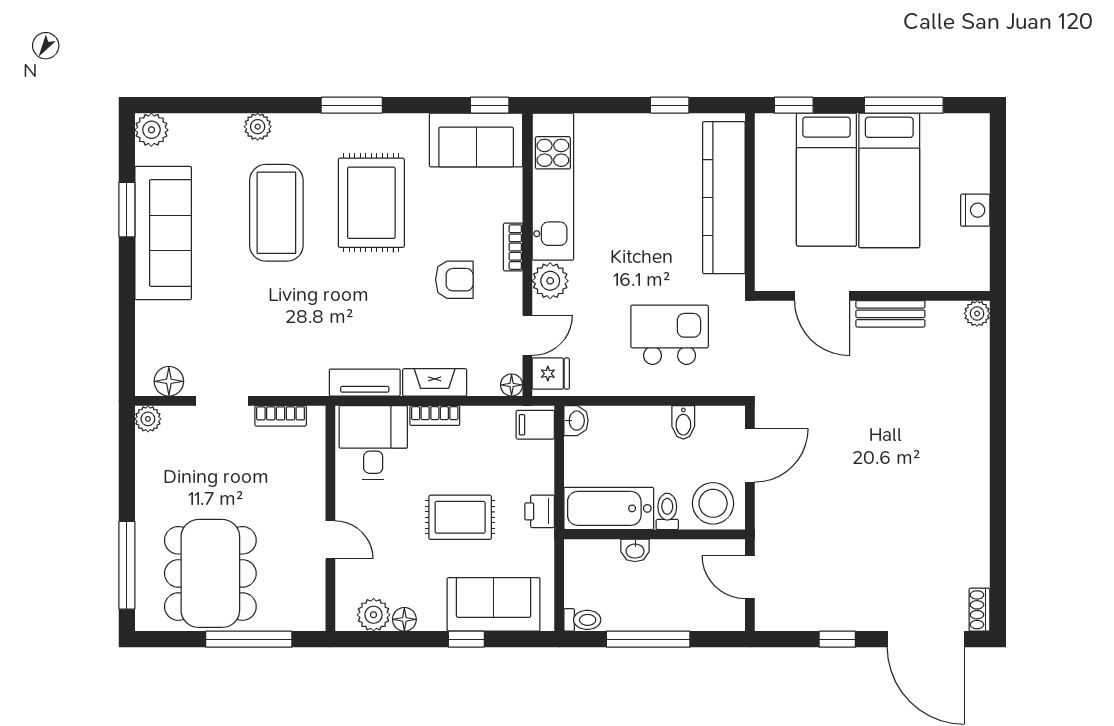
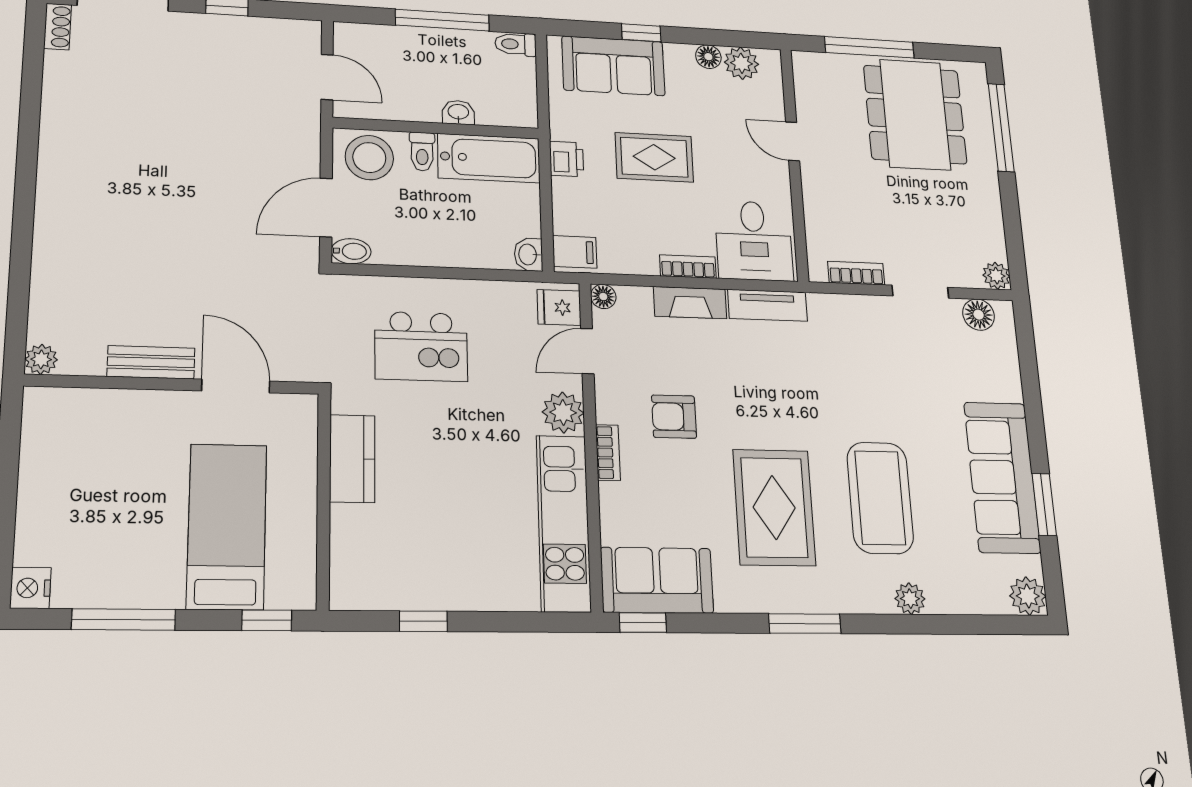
bed: (889, 180) -> (146, 524), removed
kitchen counter: (724, 198) -> (352, 459), width x0.48, depth x0.86
nightstand: (975, 210) -> (30, 588), moved
bidet: (683, 422) -> (351, 251), moved, turned 90

